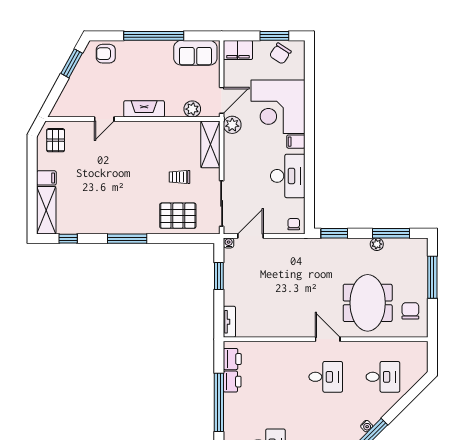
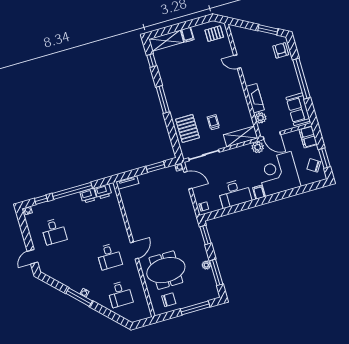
fireplace: (144, 109) -> (255, 98), moved

